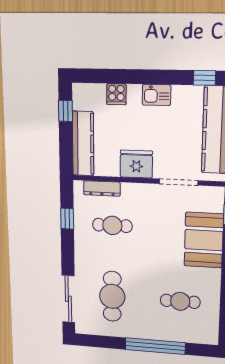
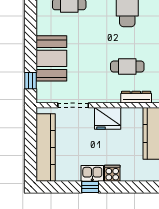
window: (204, 78) -> (90, 187), moved
cooker: (116, 94) -> (112, 173), moved

